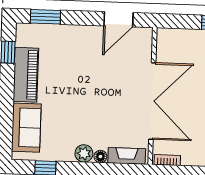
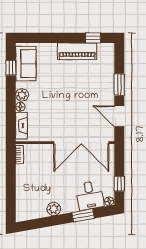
window: (45, 17) -> (119, 85), moved
double door: (152, 101) -> (81, 143), moved
sofa: (26, 128) -> (26, 64), moved, turned -90

